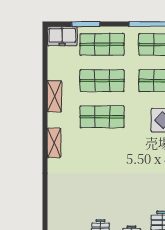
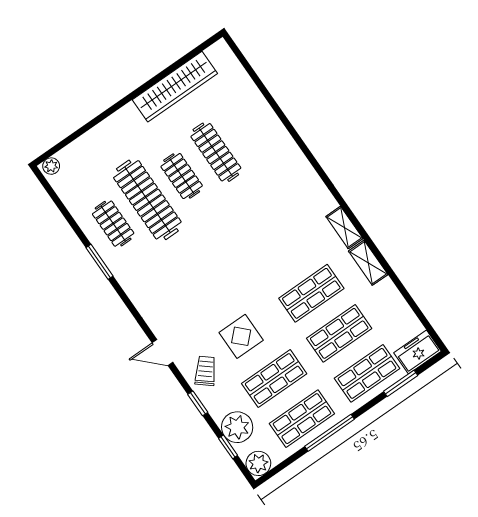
shelving: (54, 96) -> (368, 263), moved

